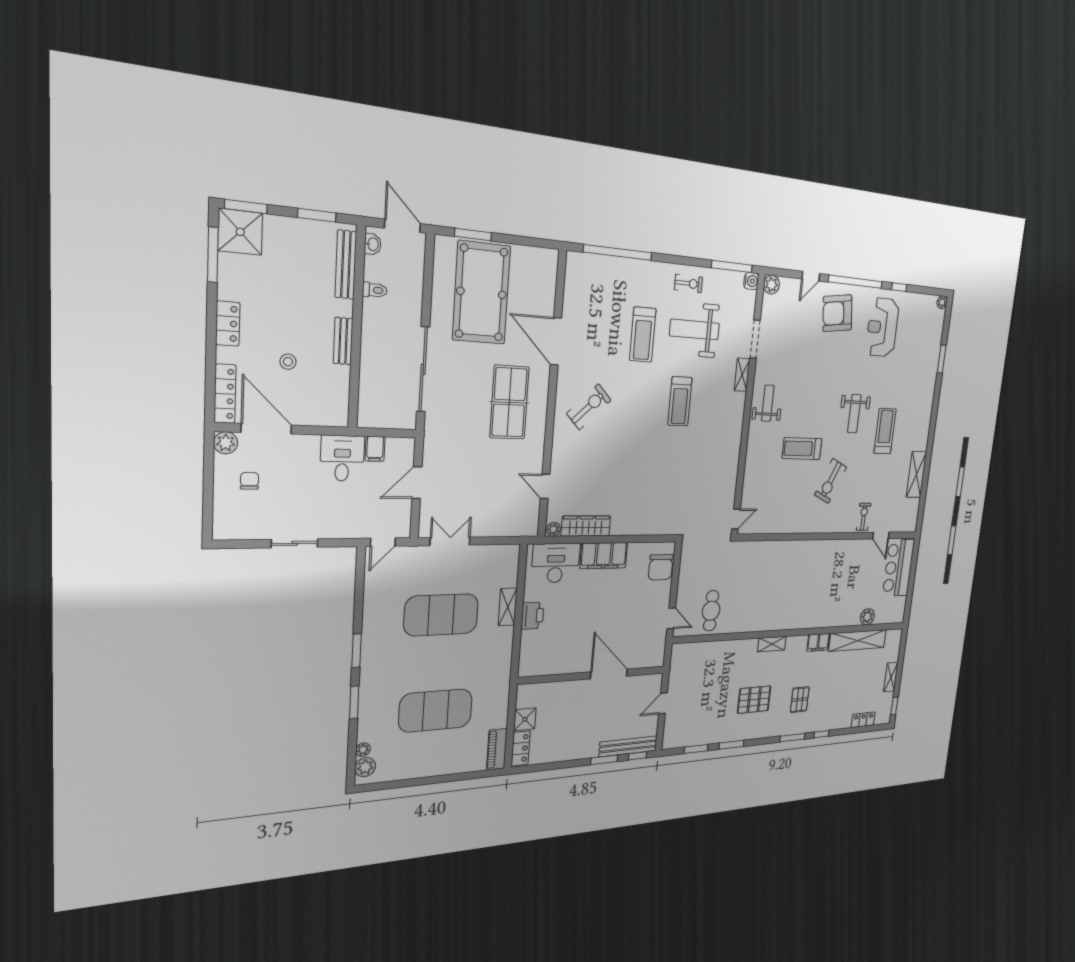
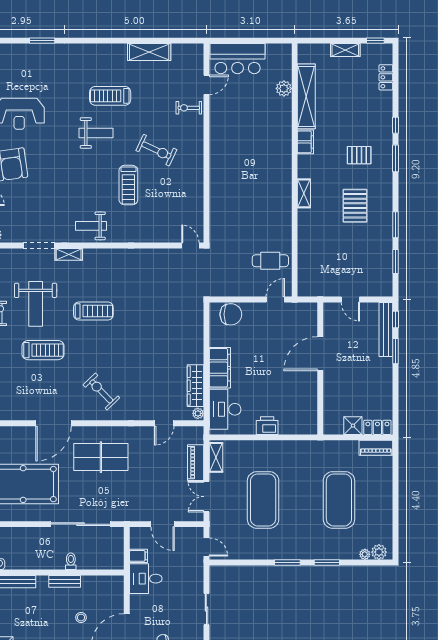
toilet: (375, 290) -> (71, 561), moved
piano: (494, 527) -> (196, 463), added
shelving: (508, 607) -> (216, 457), moved, turned 90

